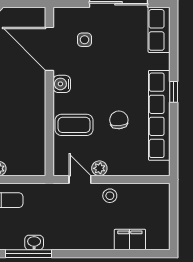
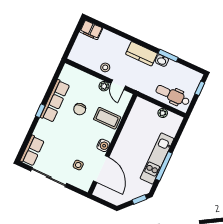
row of seats: (159, 115) -> (55, 101), width x0.73
kitchen counter: (67, 239) -> (141, 54), added
filing cabinet: (130, 240) -> (91, 30), moved
window: (28, 254) -> (168, 55), width x0.69

